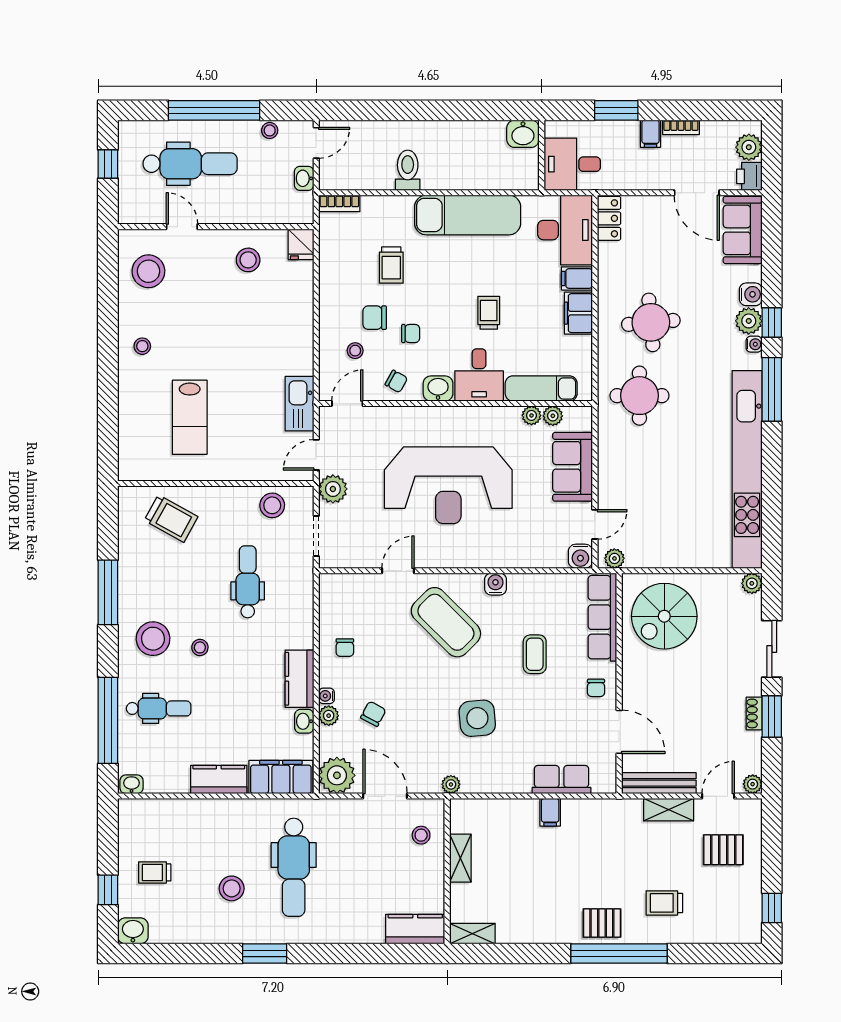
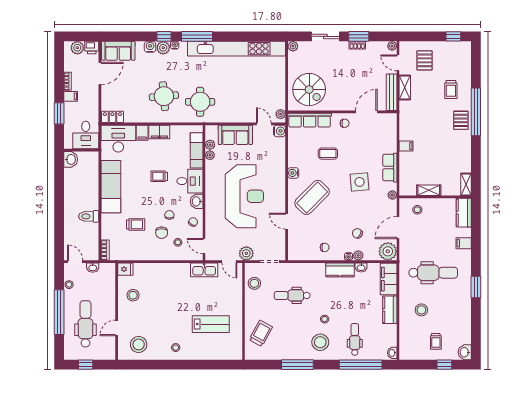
row of seats: (561, 780) -> (390, 168), moved
stool: (232, 888) -> (421, 310), moved
filing cabinet: (353, 929) -> (464, 243), added

